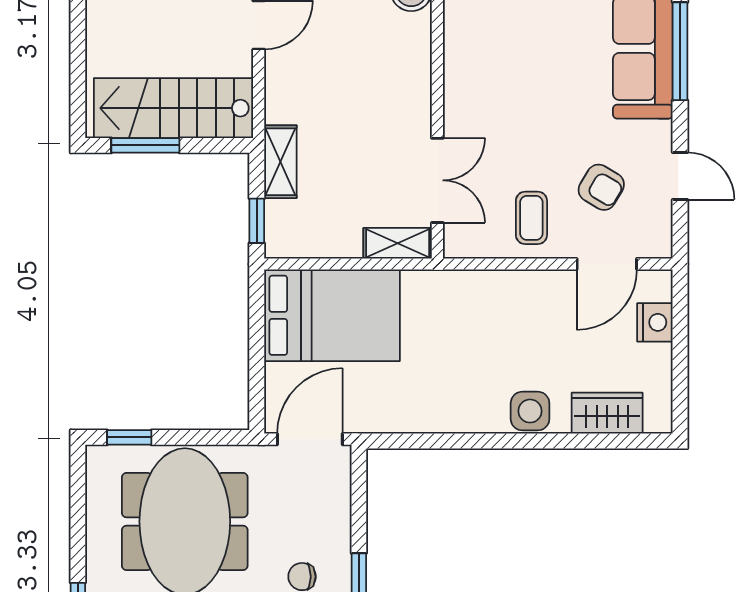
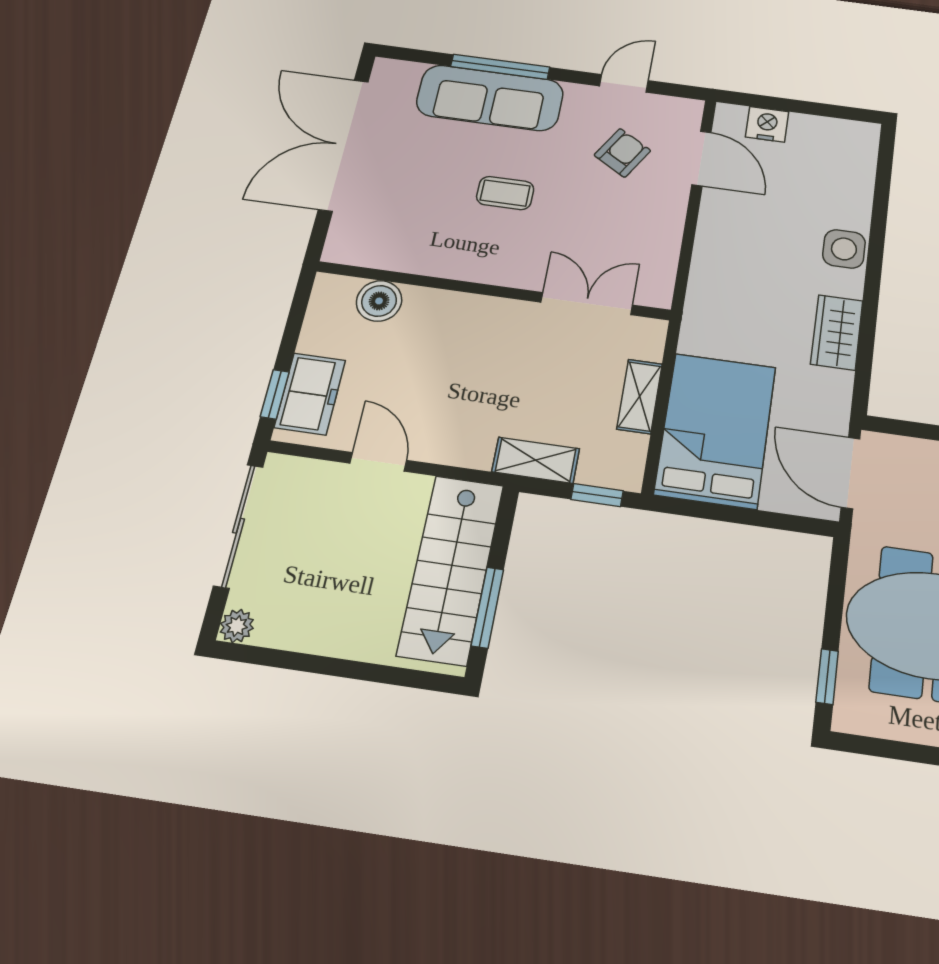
coffee table: (531, 218) -> (505, 193), moved
shelving: (398, 243) -> (640, 396), moved
wardrobe: (607, 413) -> (837, 332), moved

